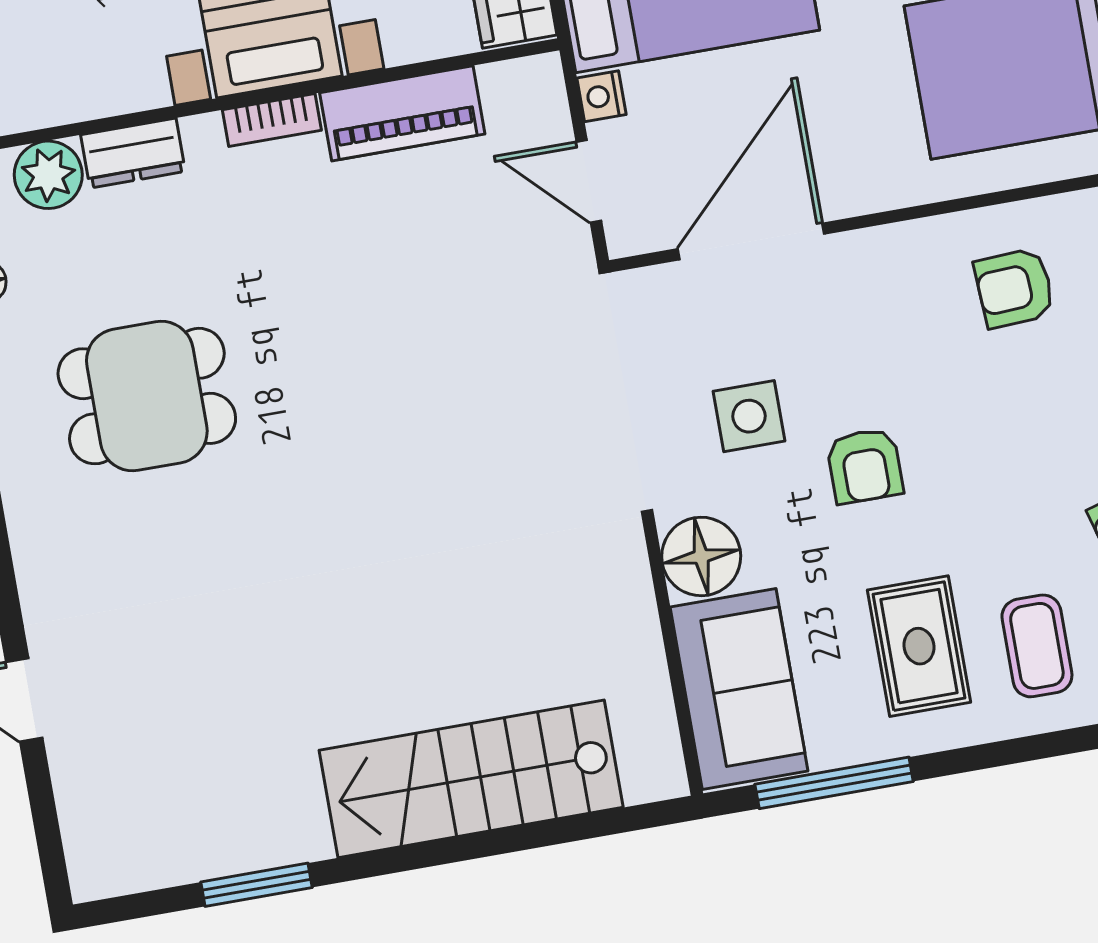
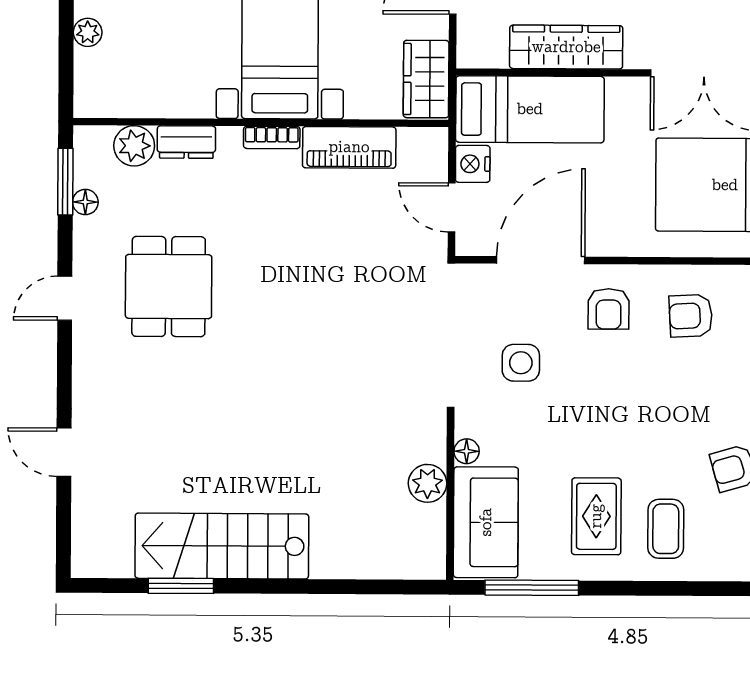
nightstand: (601, 96) -> (473, 164), width x1.39, depth x1.35
dining table: (147, 396) -> (169, 287), turned 90
armchair: (865, 466) -> (609, 309), moved
floor lamp: (701, 556) -> (467, 451), width x0.53, depth x0.53
plant: (631, 642) -> (427, 483), added
stairs: (471, 779) -> (222, 546), moved

